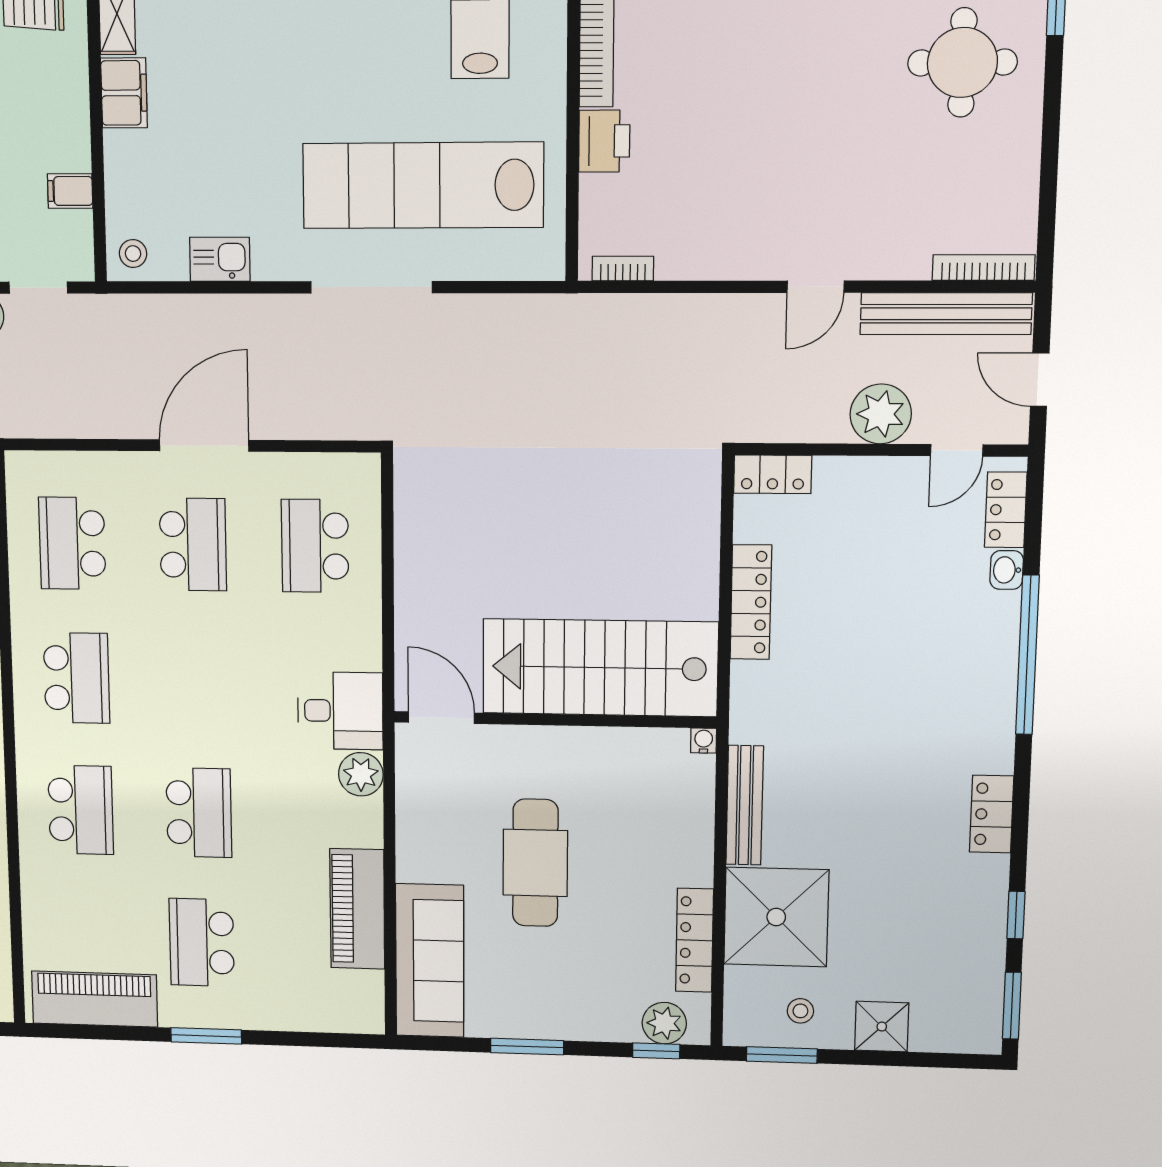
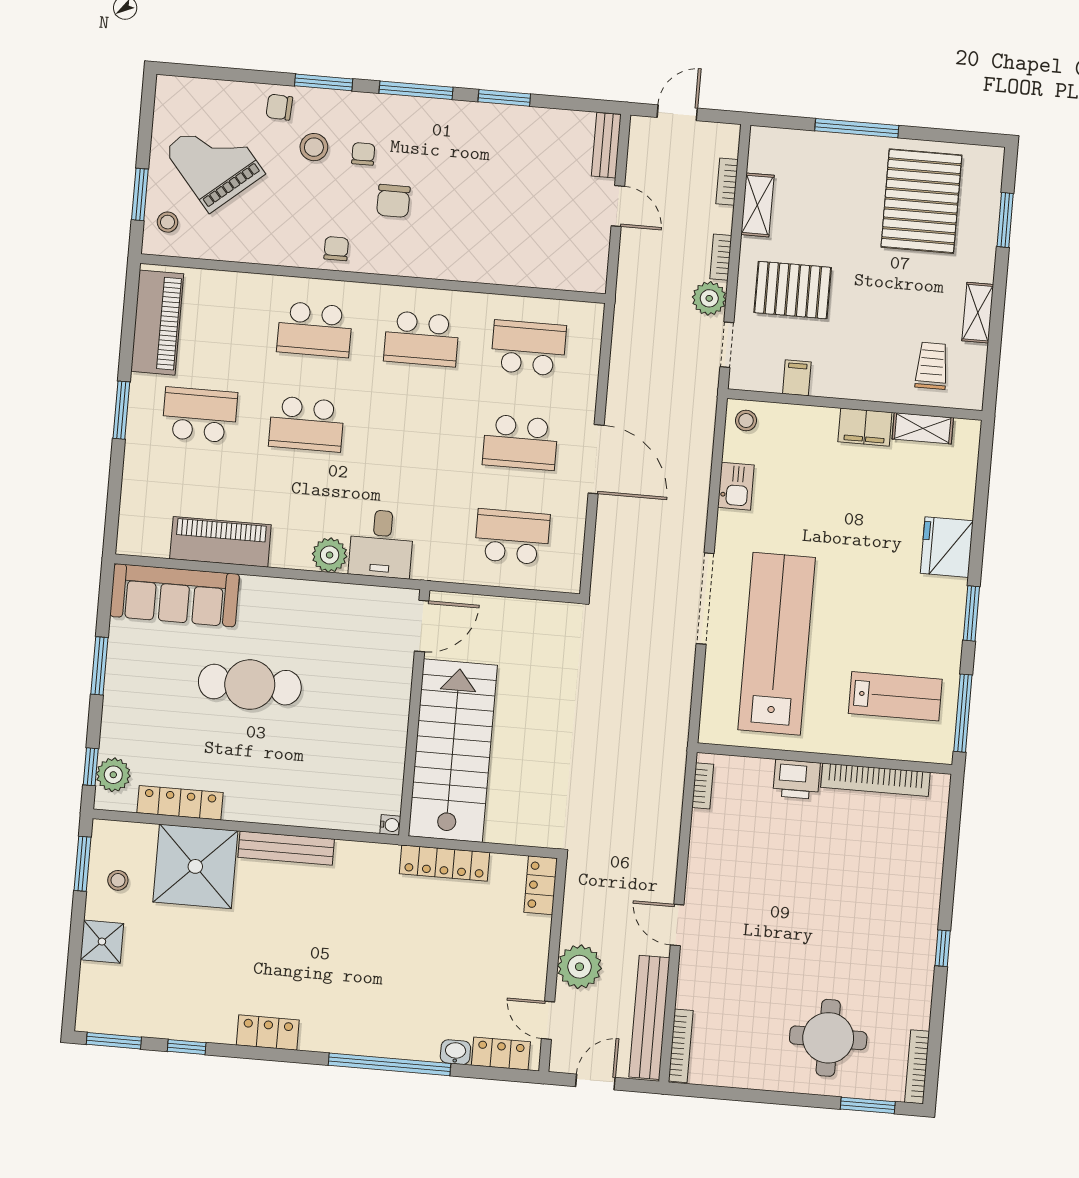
stairs: (600, 668) -> (453, 751), moved
door: (441, 718) -> (422, 626), moved
wall: (554, 720) -> (414, 713), moved
water cooler: (704, 741) -> (390, 825), moved

